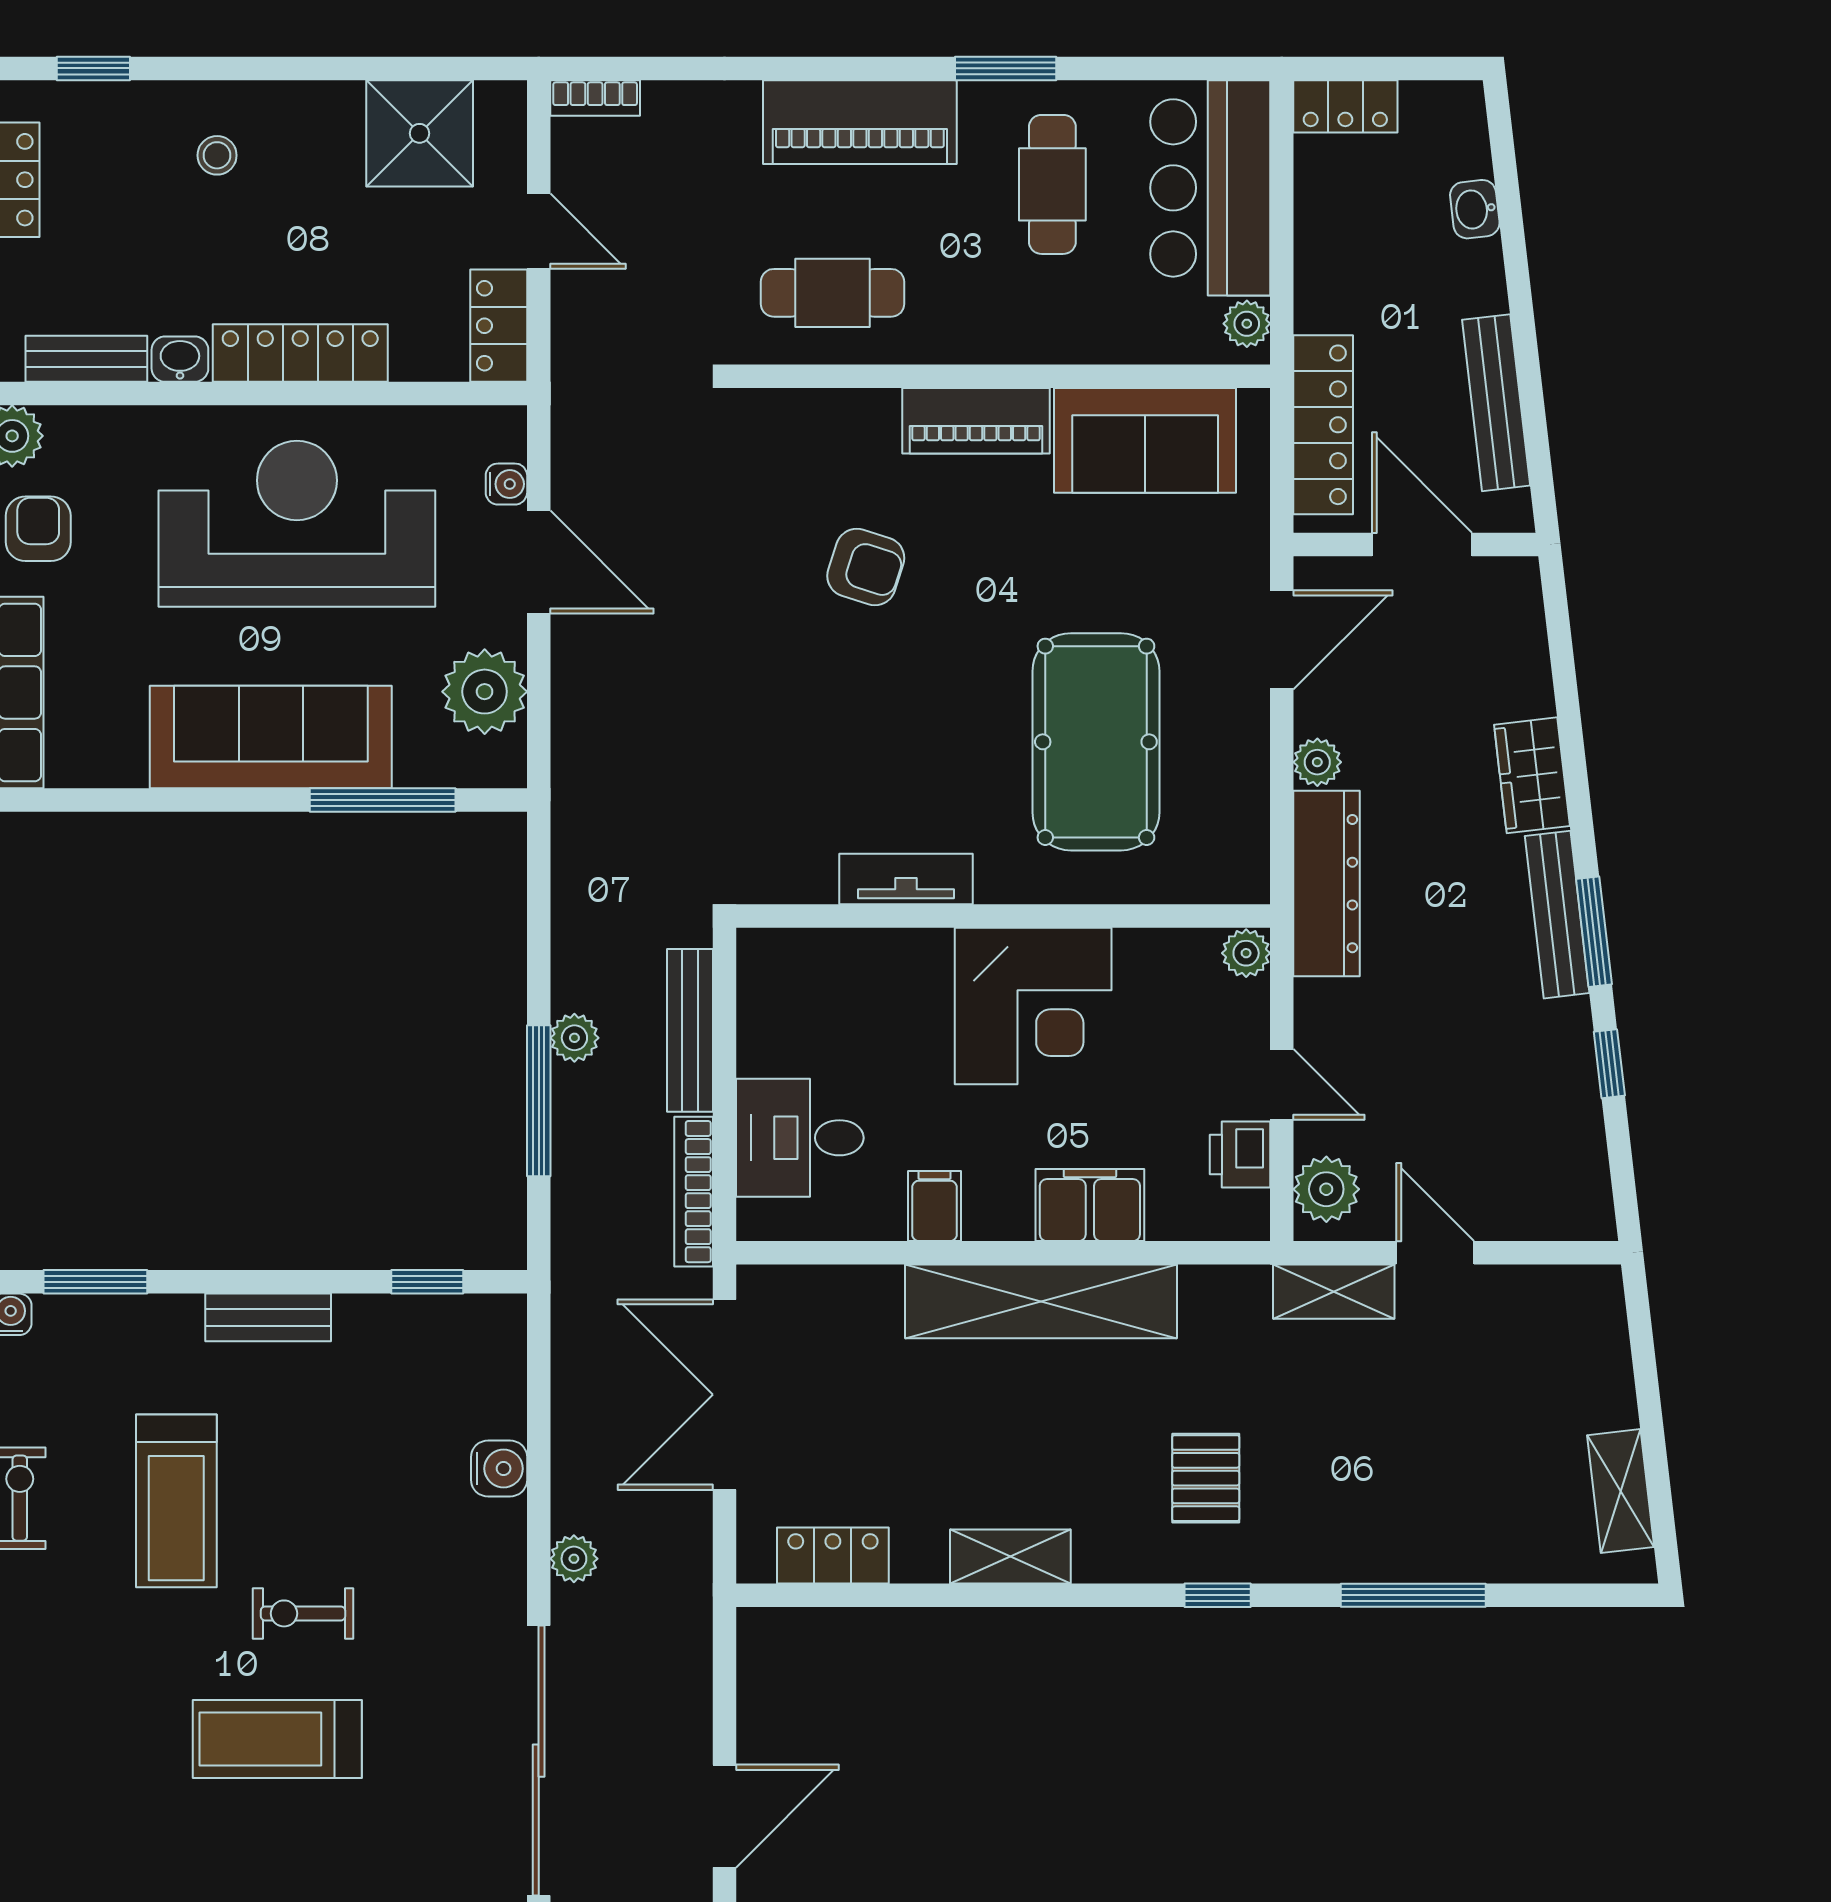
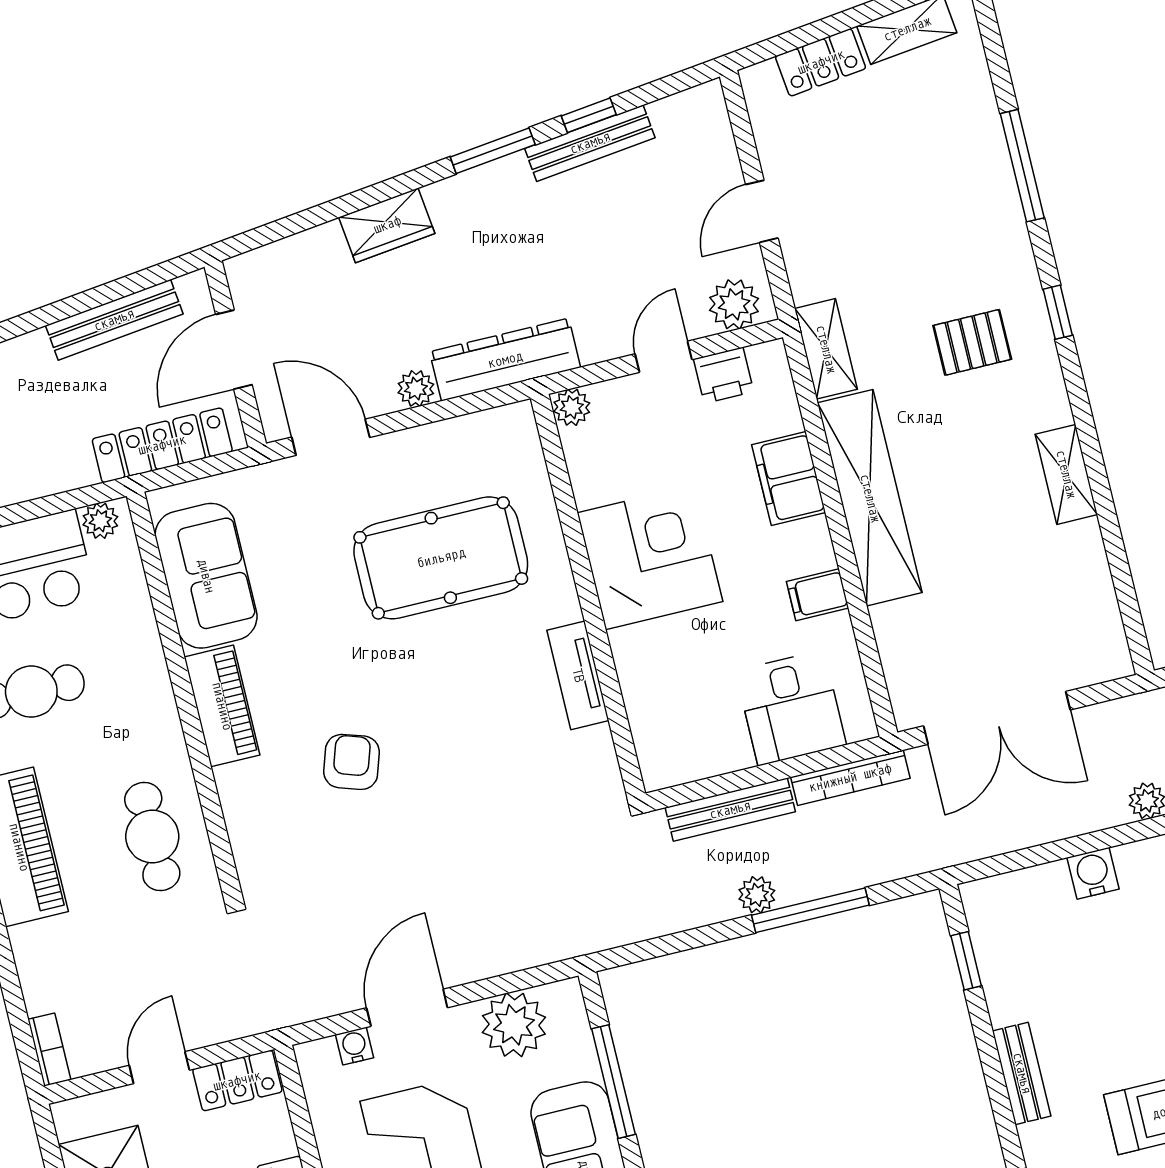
bench: (1557, 915) -> (590, 143), moved
shelving: (1334, 1292) -> (826, 349), moved
locker: (833, 1555) -> (821, 62), moved, turned -97

